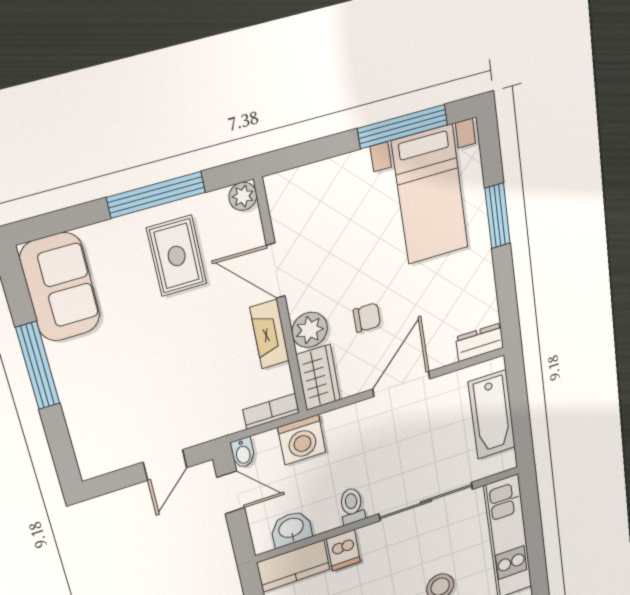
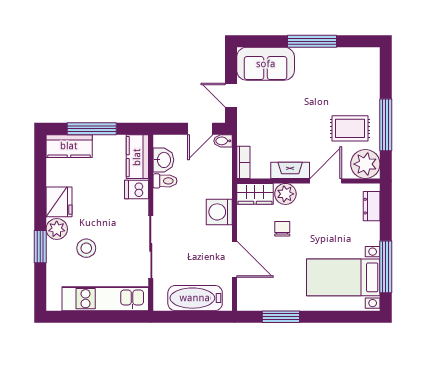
plant: (243, 196) -> (365, 164), width x1.87, depth x1.87
window: (498, 216) -> (281, 317), moved
sofa: (60, 287) -> (266, 64), moved
chair: (367, 318) -> (282, 229), turned 180
dresser: (480, 342) -> (372, 206), moved, turned 180
door: (401, 384) -> (234, 259), moved
washing machine: (302, 440) -> (219, 212), moved
toilet: (352, 506) -> (165, 181), moved

